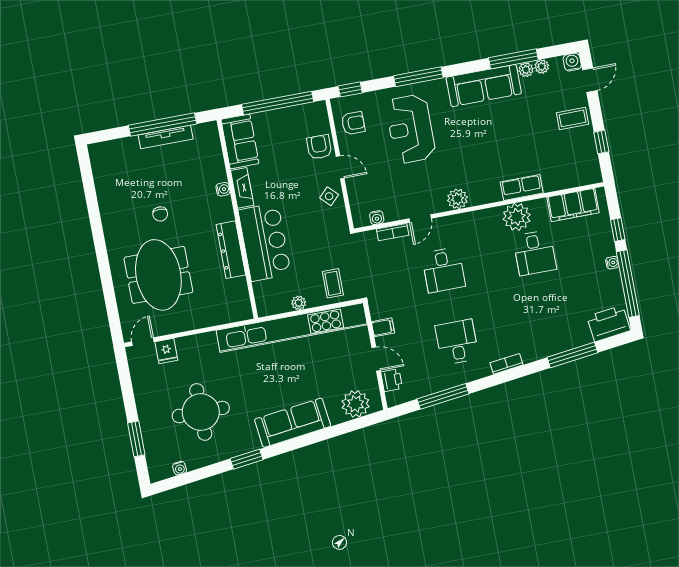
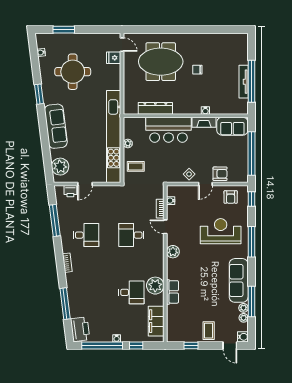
dresser: (231, 250) -> (155, 108), moved
desk: (535, 253) -> (131, 292), turned 180
filing cabinet: (383, 327) -> (103, 192), removed

